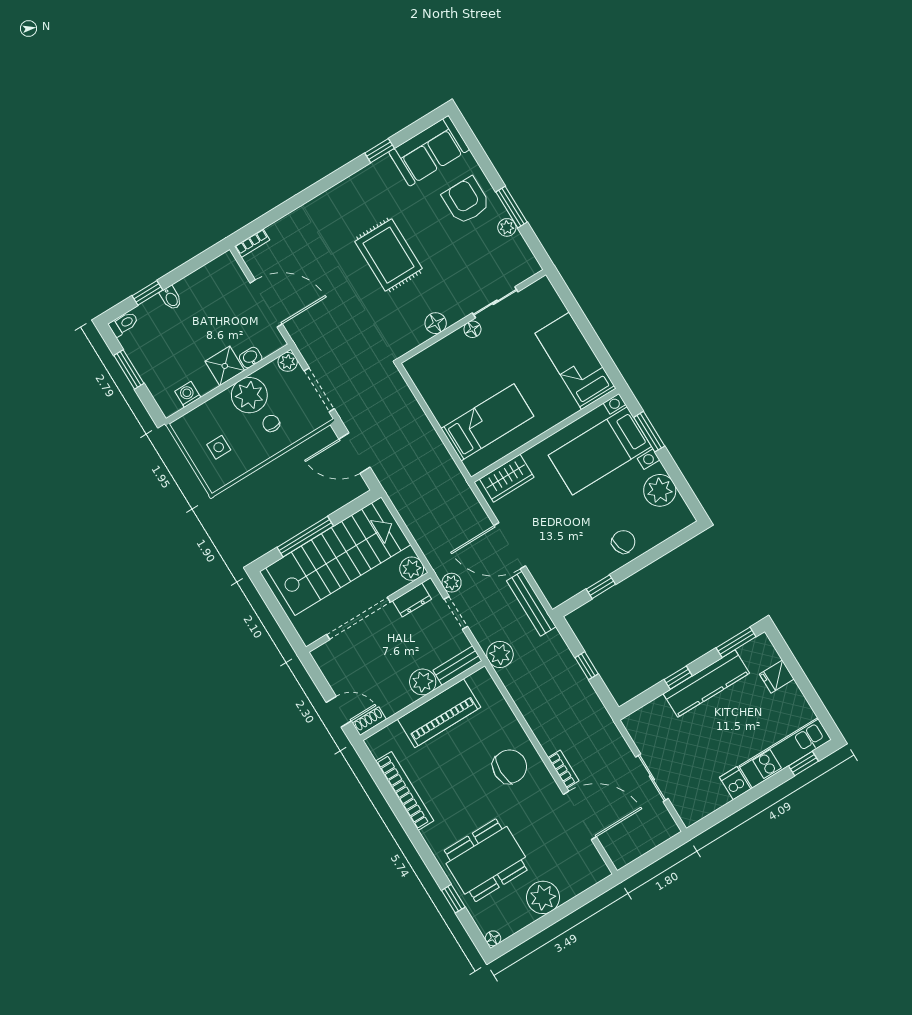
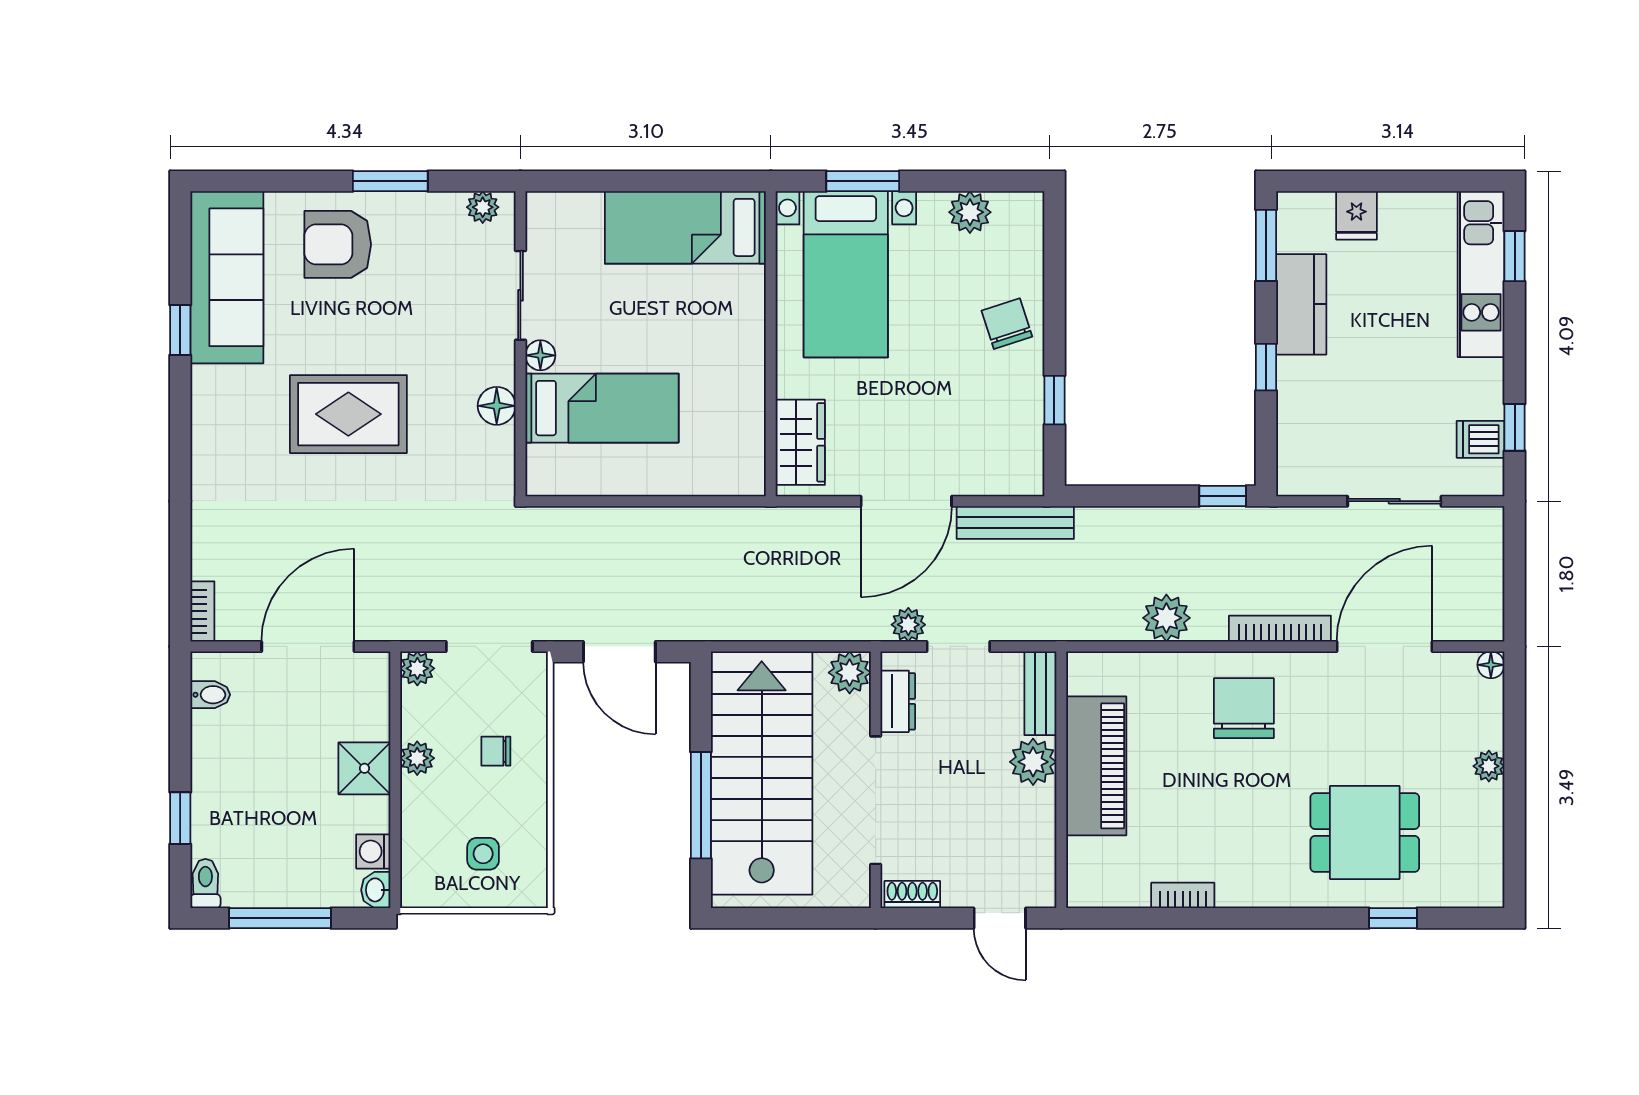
sofa: (429, 151) -> (227, 277), width x1.36
plant: (507, 227) -> (483, 207), moved
bidet: (171, 298) -> (210, 695), moved
washbasin: (251, 358) -> (376, 890), moved
window: (129, 369) -> (280, 918), width x1.44
plant: (249, 395) -> (417, 758), width x0.53, depth x0.53
bed: (487, 422) -> (602, 408), moved, turned 90
door: (354, 453) -> (619, 652), hinge flipped
plant: (660, 490) -> (970, 212), width x0.73, depth x0.73
plant: (500, 654) -> (1166, 618), moved
window: (587, 666) -> (1223, 496), moved
kitchen counter: (706, 683) -> (1301, 304), width x0.67
door: (339, 712) -> (1000, 918), swing flipped
shoe rack: (369, 721) -> (912, 894), moved, turned 90
bookcase: (563, 769) -> (1280, 629), width x1.56
dishwasher: (735, 783) -> (1481, 439), moved
bookcase: (405, 791) -> (1183, 895), width x0.43, depth x0.76
window: (722, 813) -> (1515, 427), added
dining table: (486, 860) -> (1365, 832), width x0.73
plant: (543, 897) -> (1489, 766), width x0.53, depth x0.53
floor lamp: (493, 938) -> (1491, 665), moved

